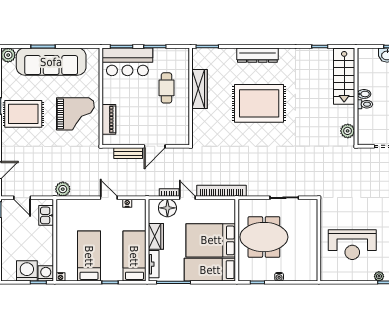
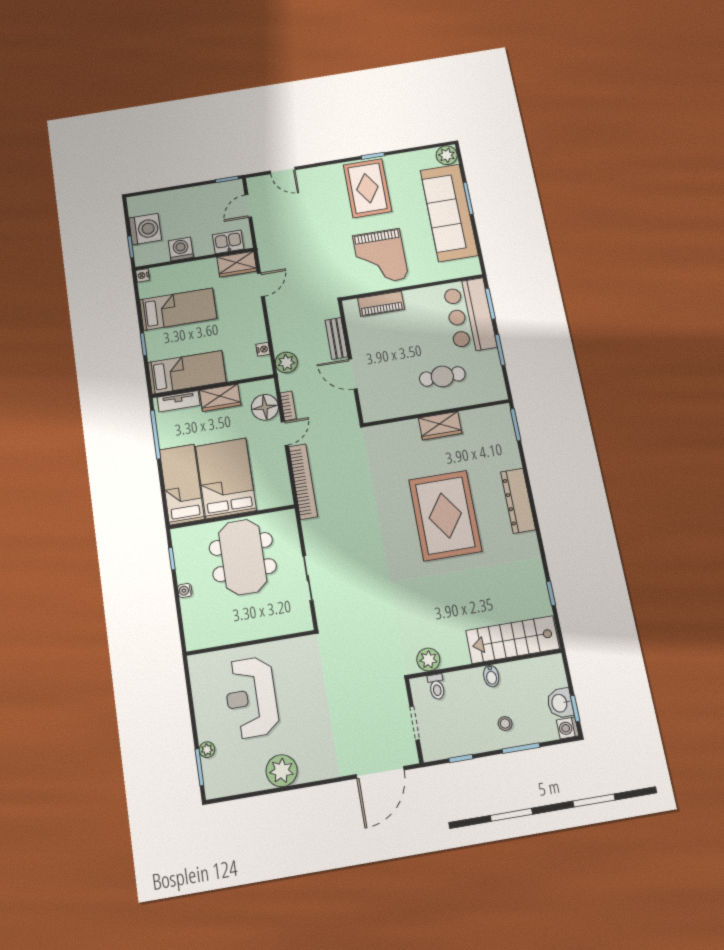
wardrobe: (200, 89) -> (440, 426), width x0.67
toilet: (365, 104) -> (437, 687), moved
plant: (63, 189) -> (286, 362), moved
door: (109, 198) -> (261, 285), moved
wardrobe: (63, 212) -> (237, 264), added
washing machine: (46, 273) -> (181, 249), moved, turned -90

